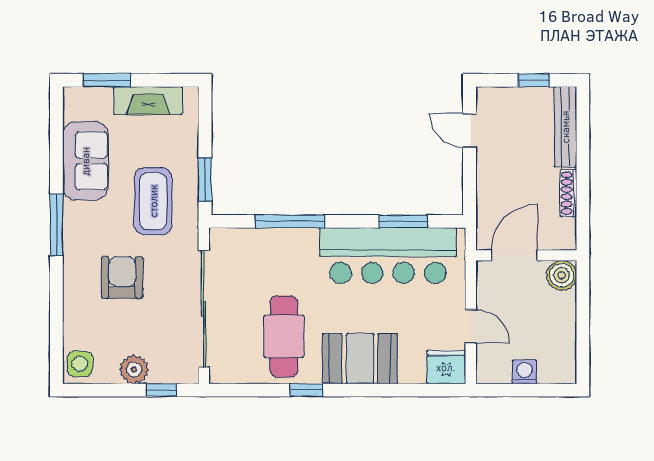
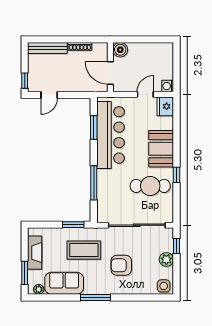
window: (534, 80) -> (25, 81), moved
plant: (73, 109) -> (39, 289), added
washing machine: (524, 372) -> (168, 86), moved

